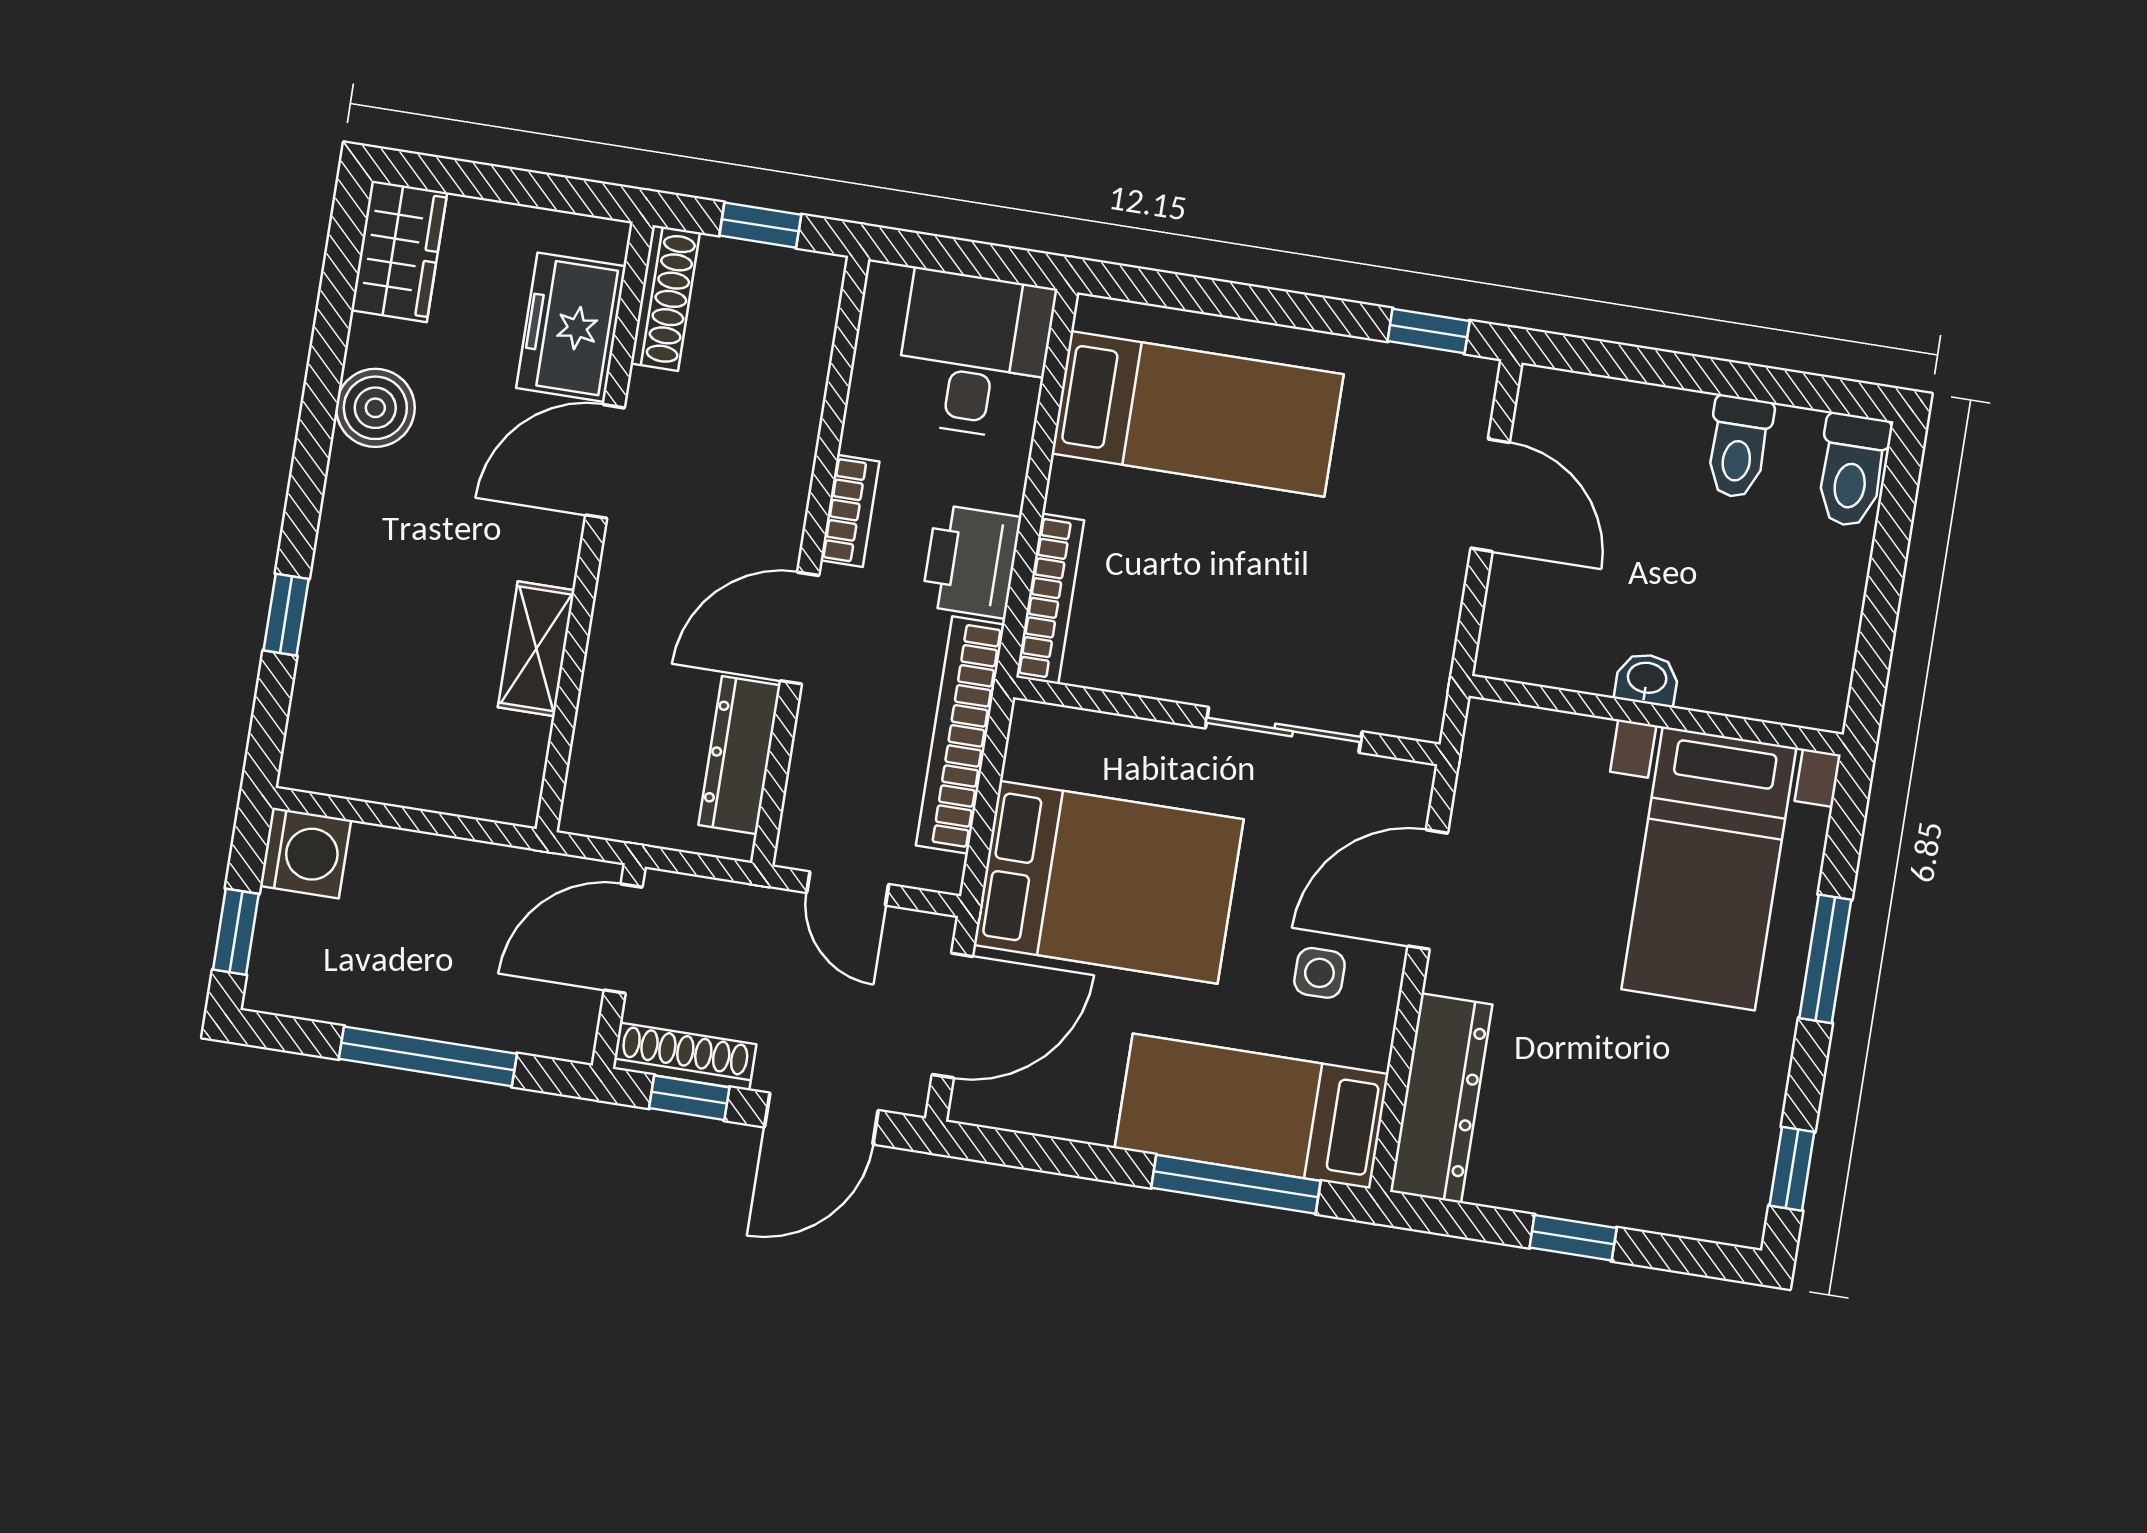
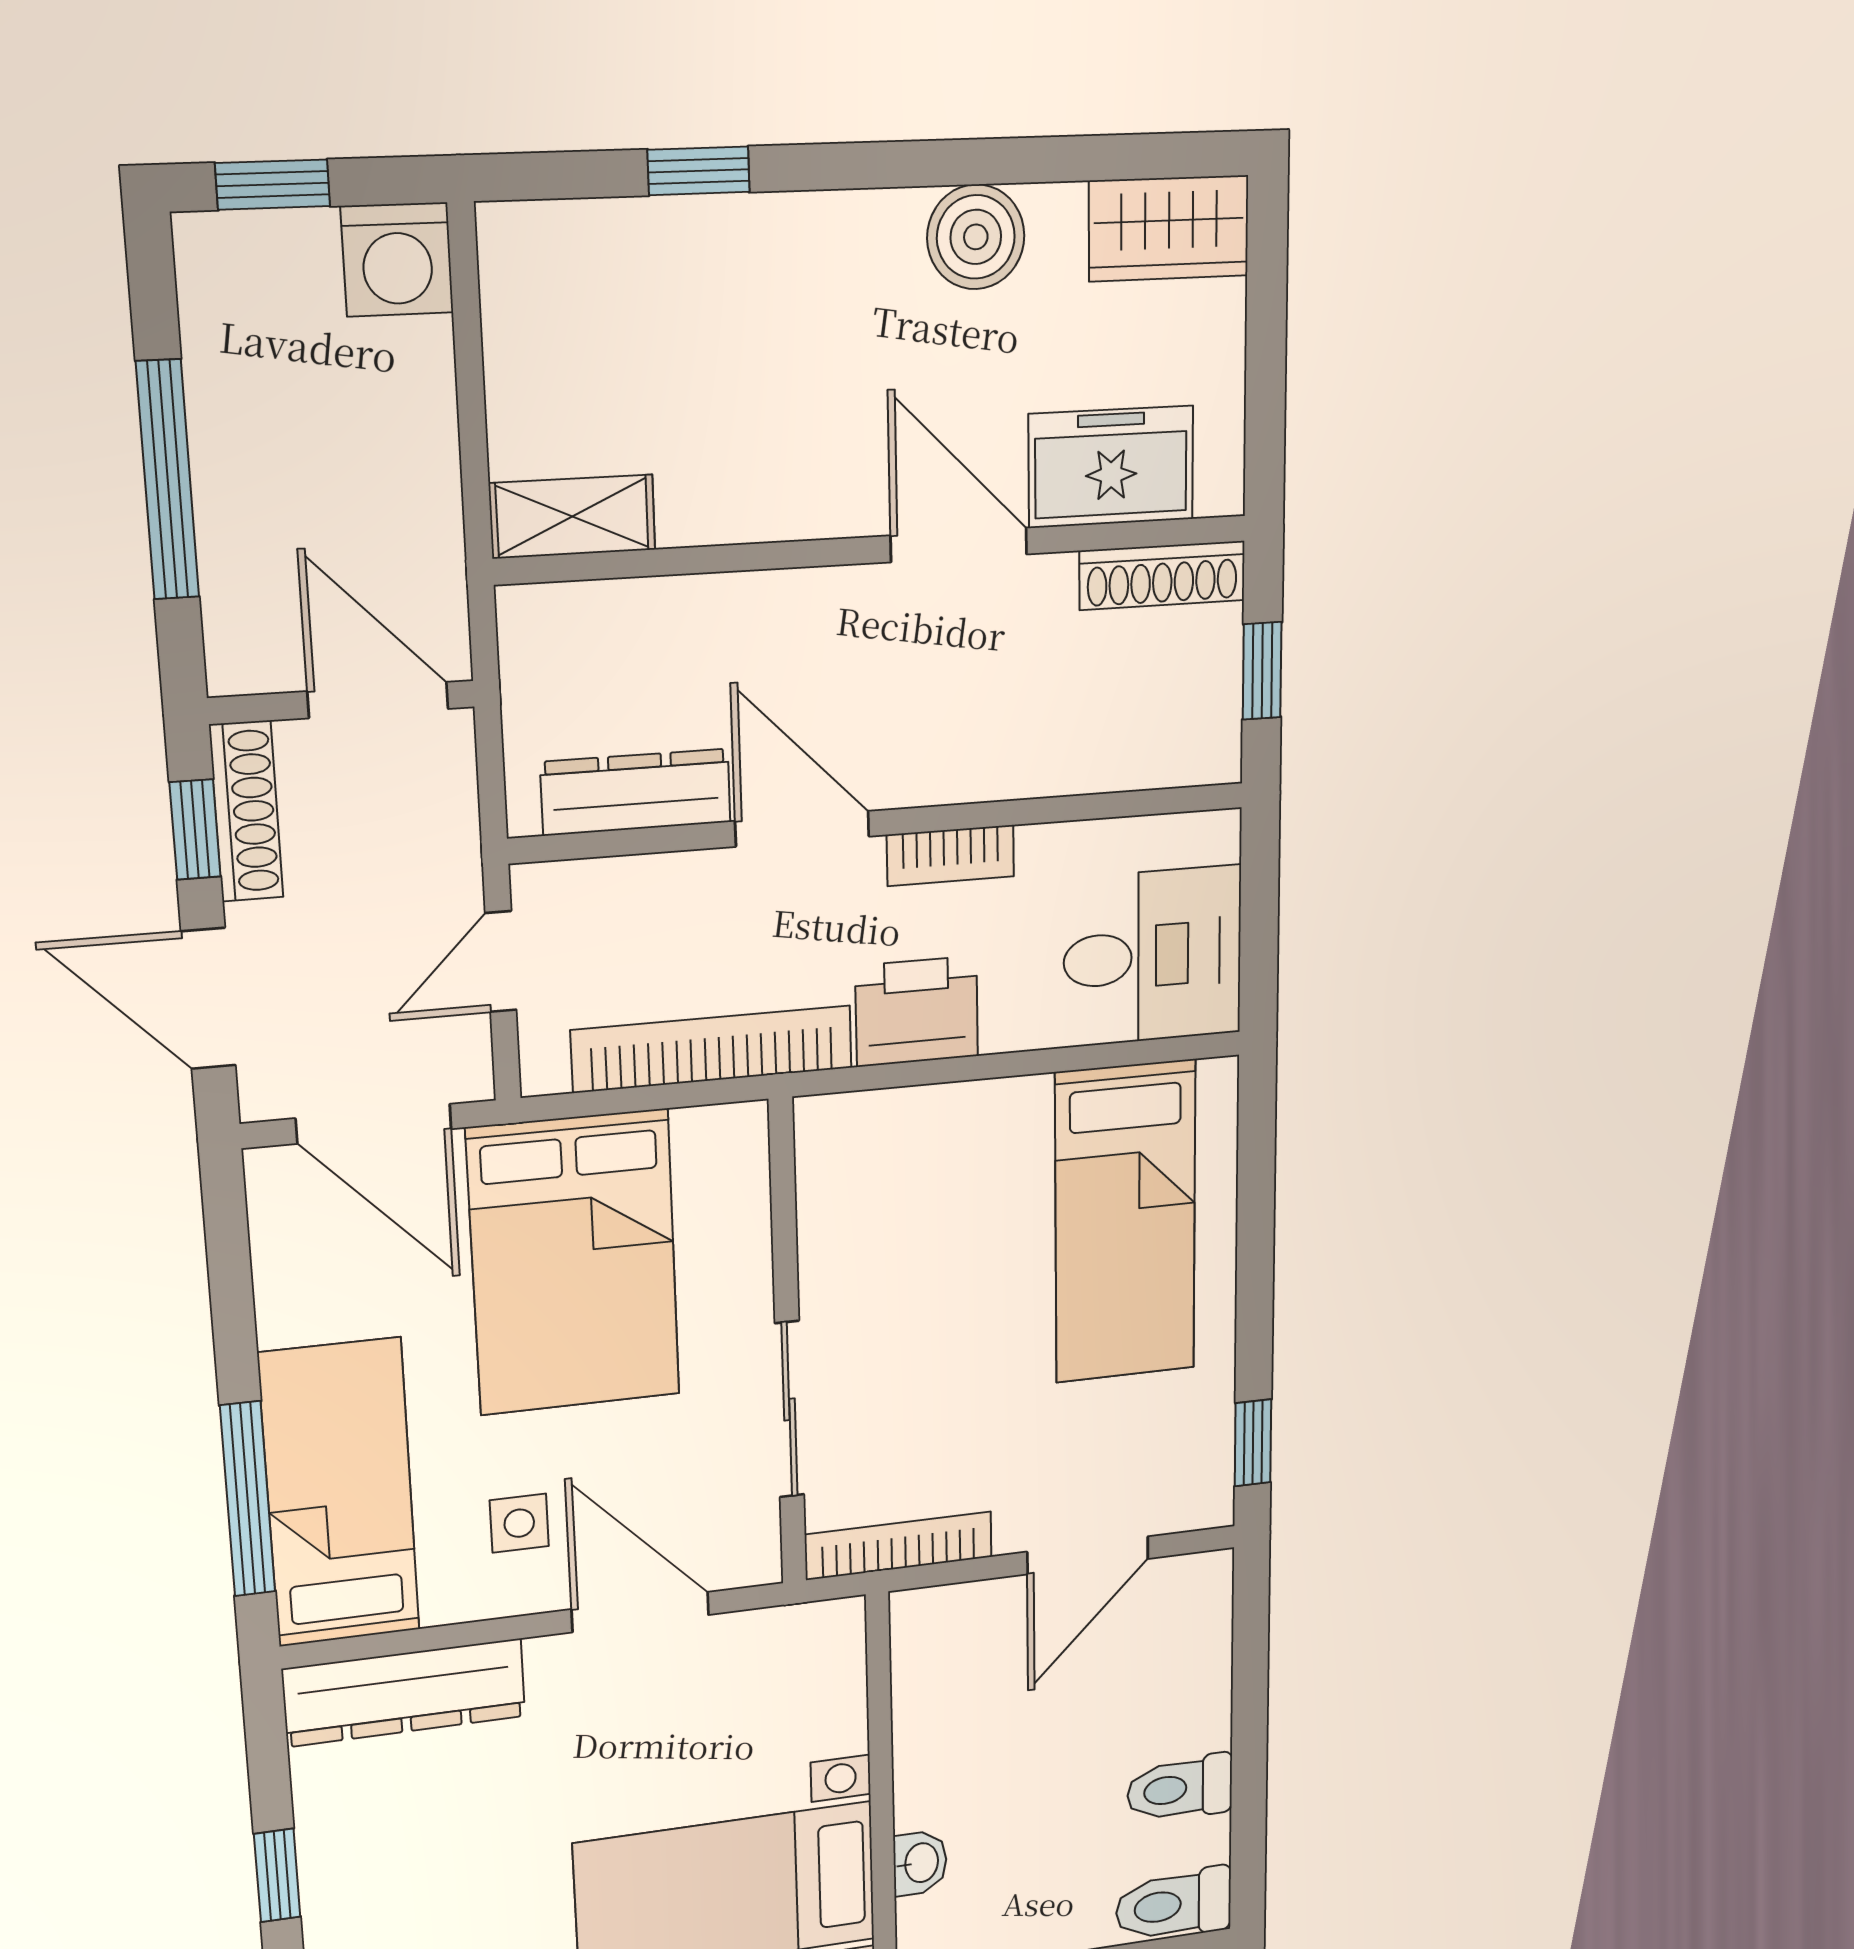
bookcase: (1050, 599) -> (899, 1546), moved, turned 180
shelving: (536, 649) -> (572, 517), moved
washbasin: (1647, 679) -> (920, 1863), moved

